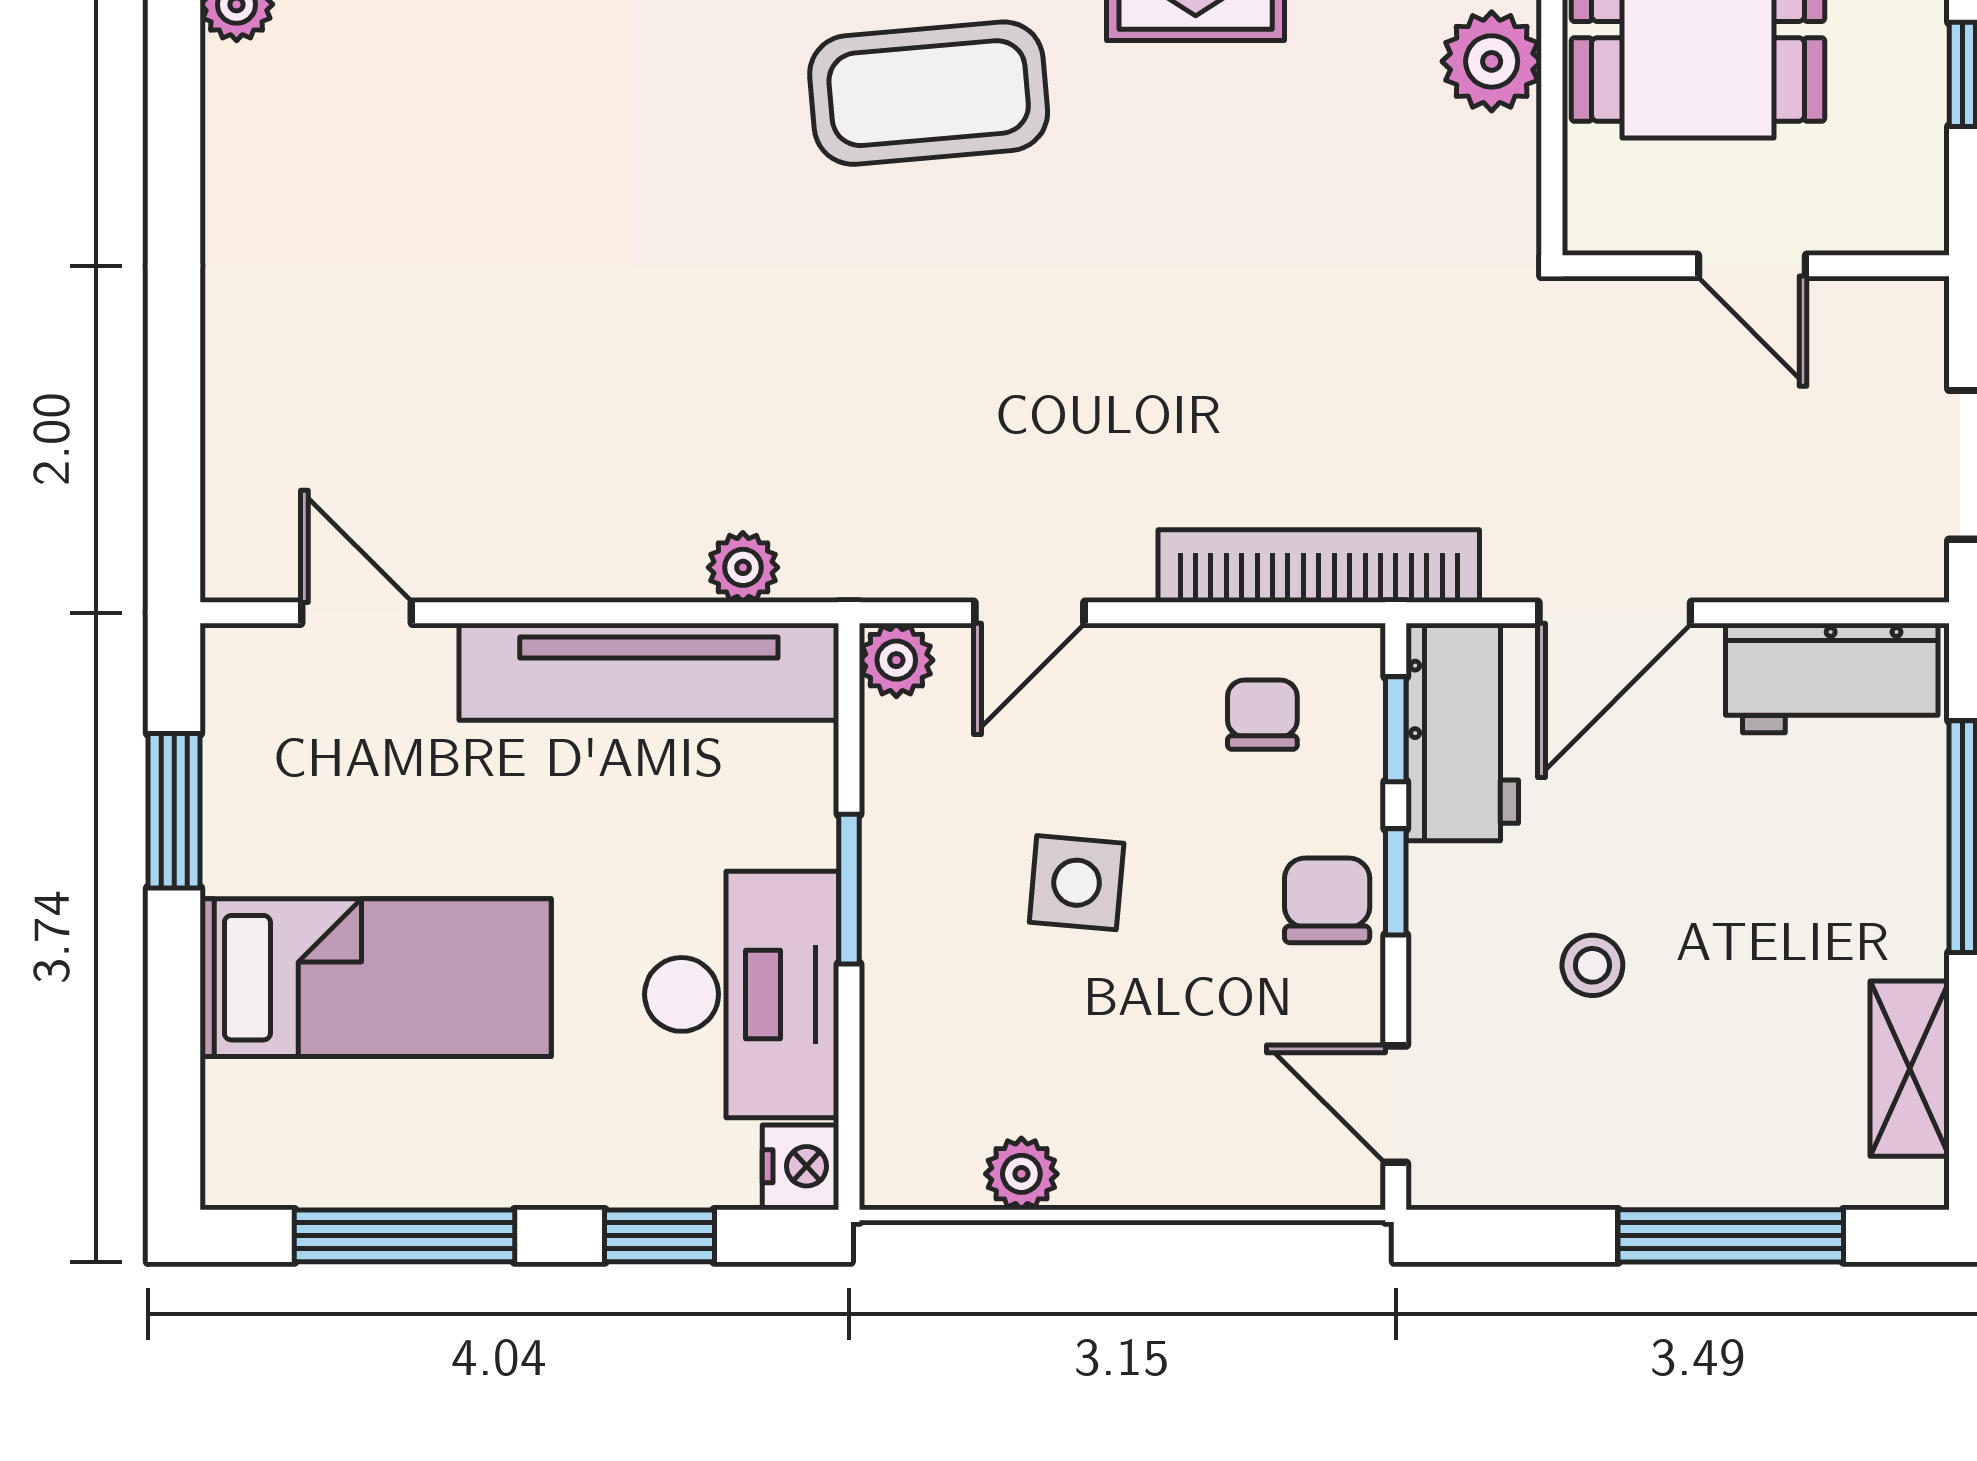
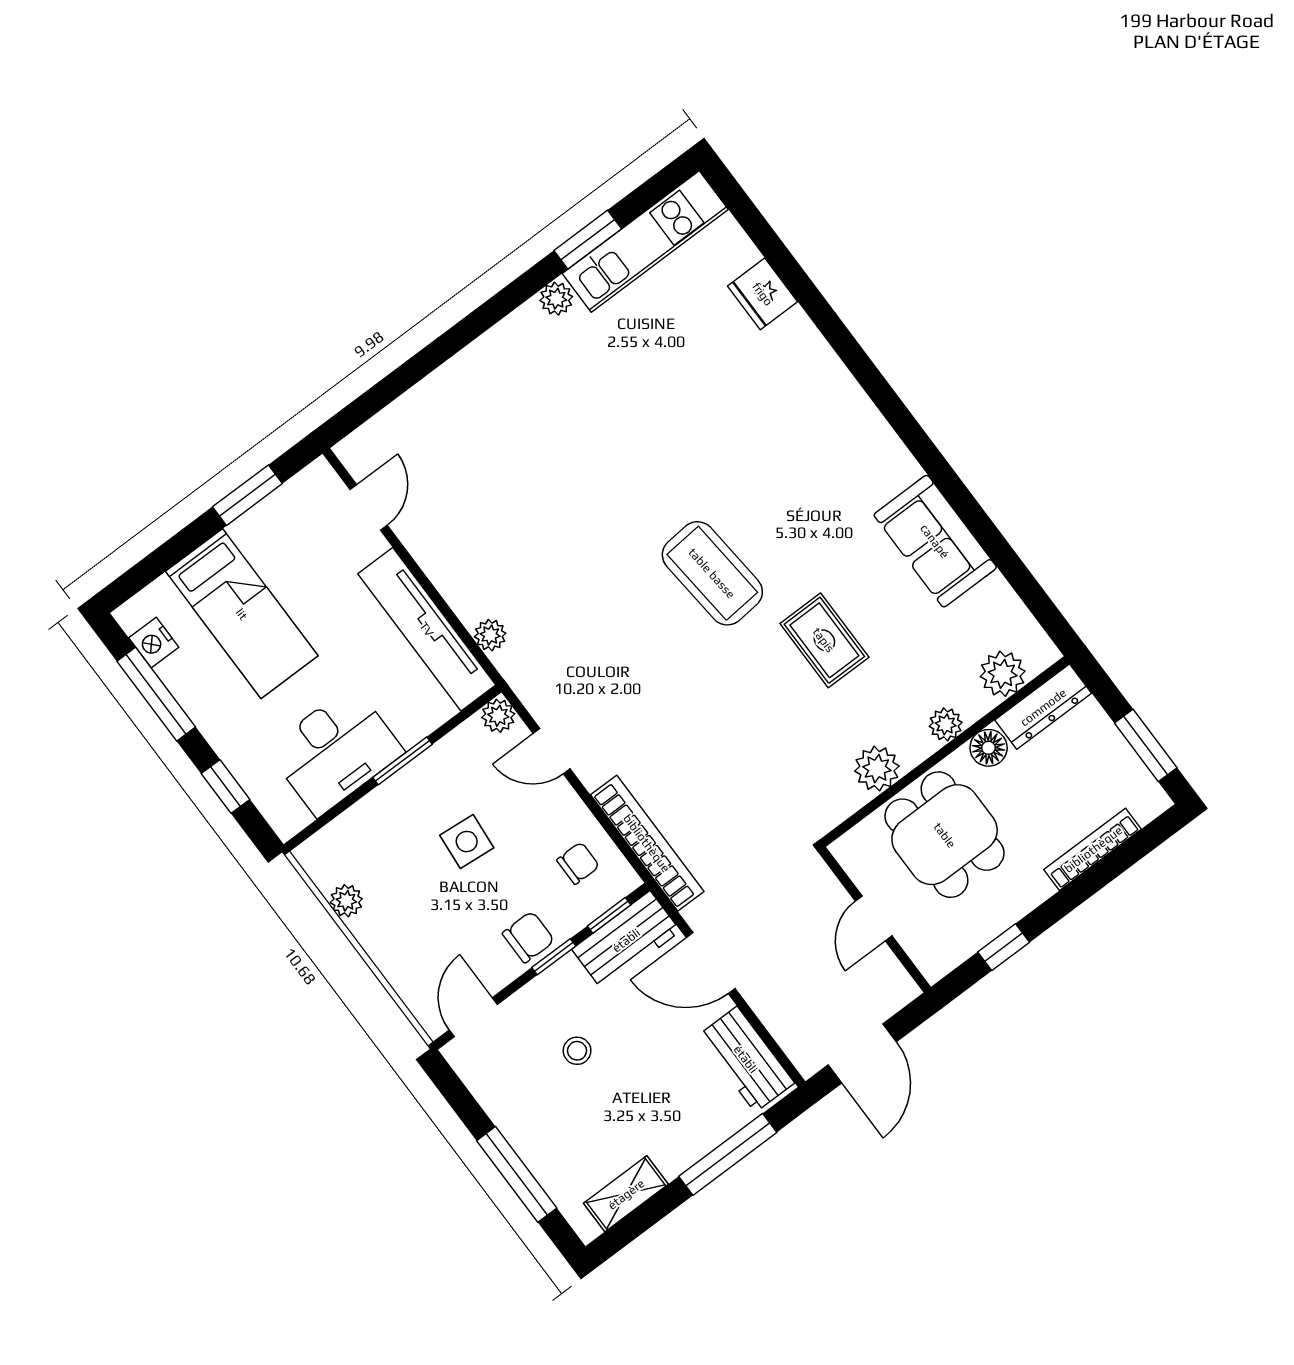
nightstand: (800, 1166) -> (154, 643), moved, turned 90

